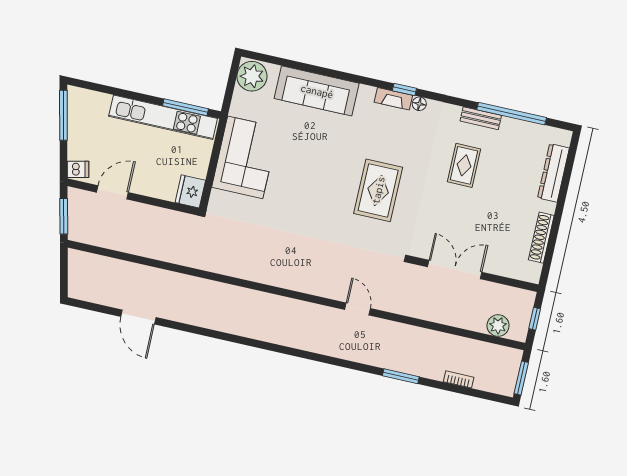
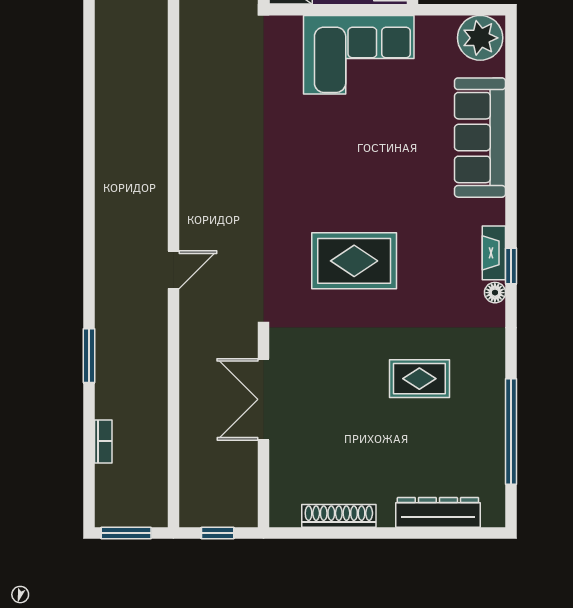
bench: (481, 118) -> (494, 388), removed
double door: (455, 269) -> (263, 399), swing flipped
plant: (498, 326) -> (195, 482), removed

